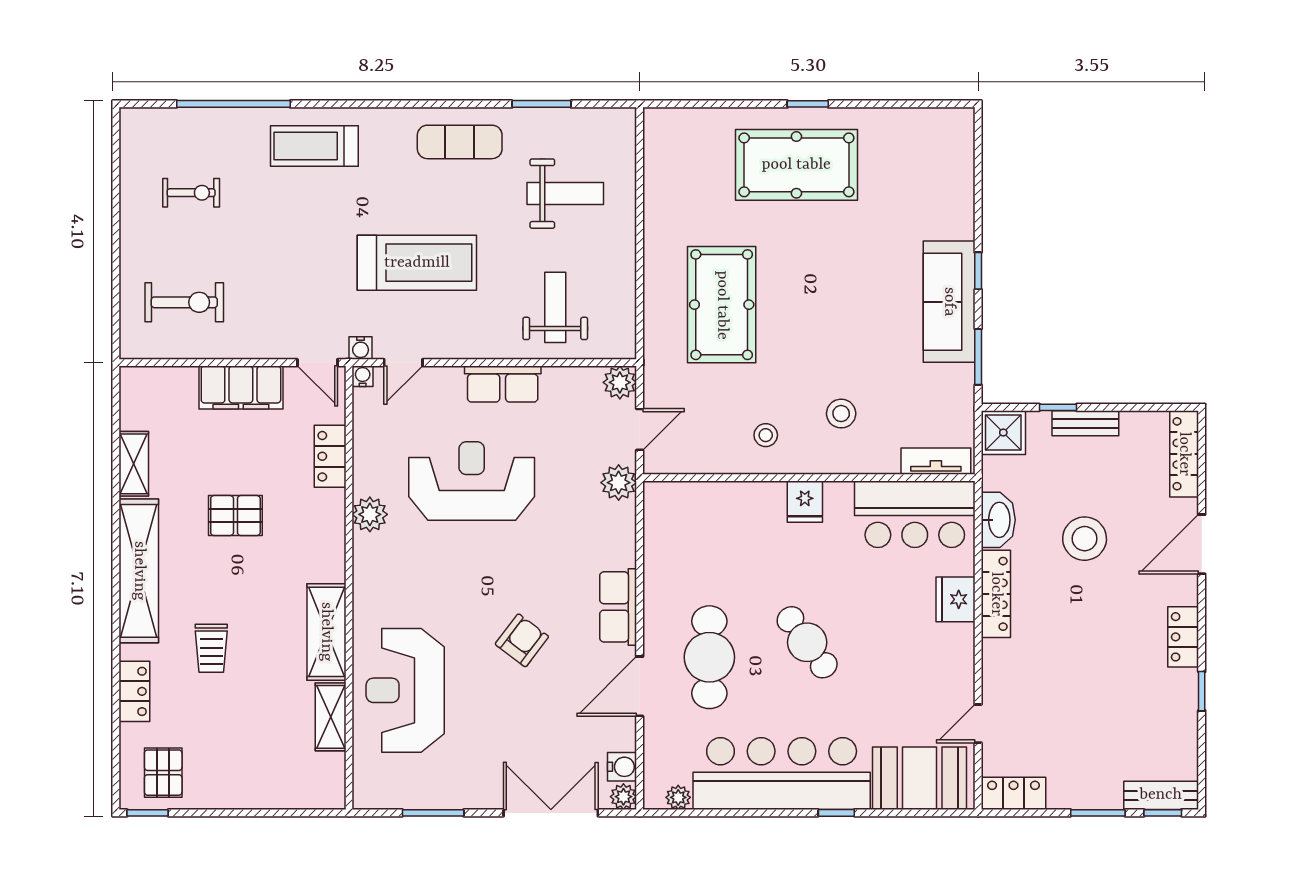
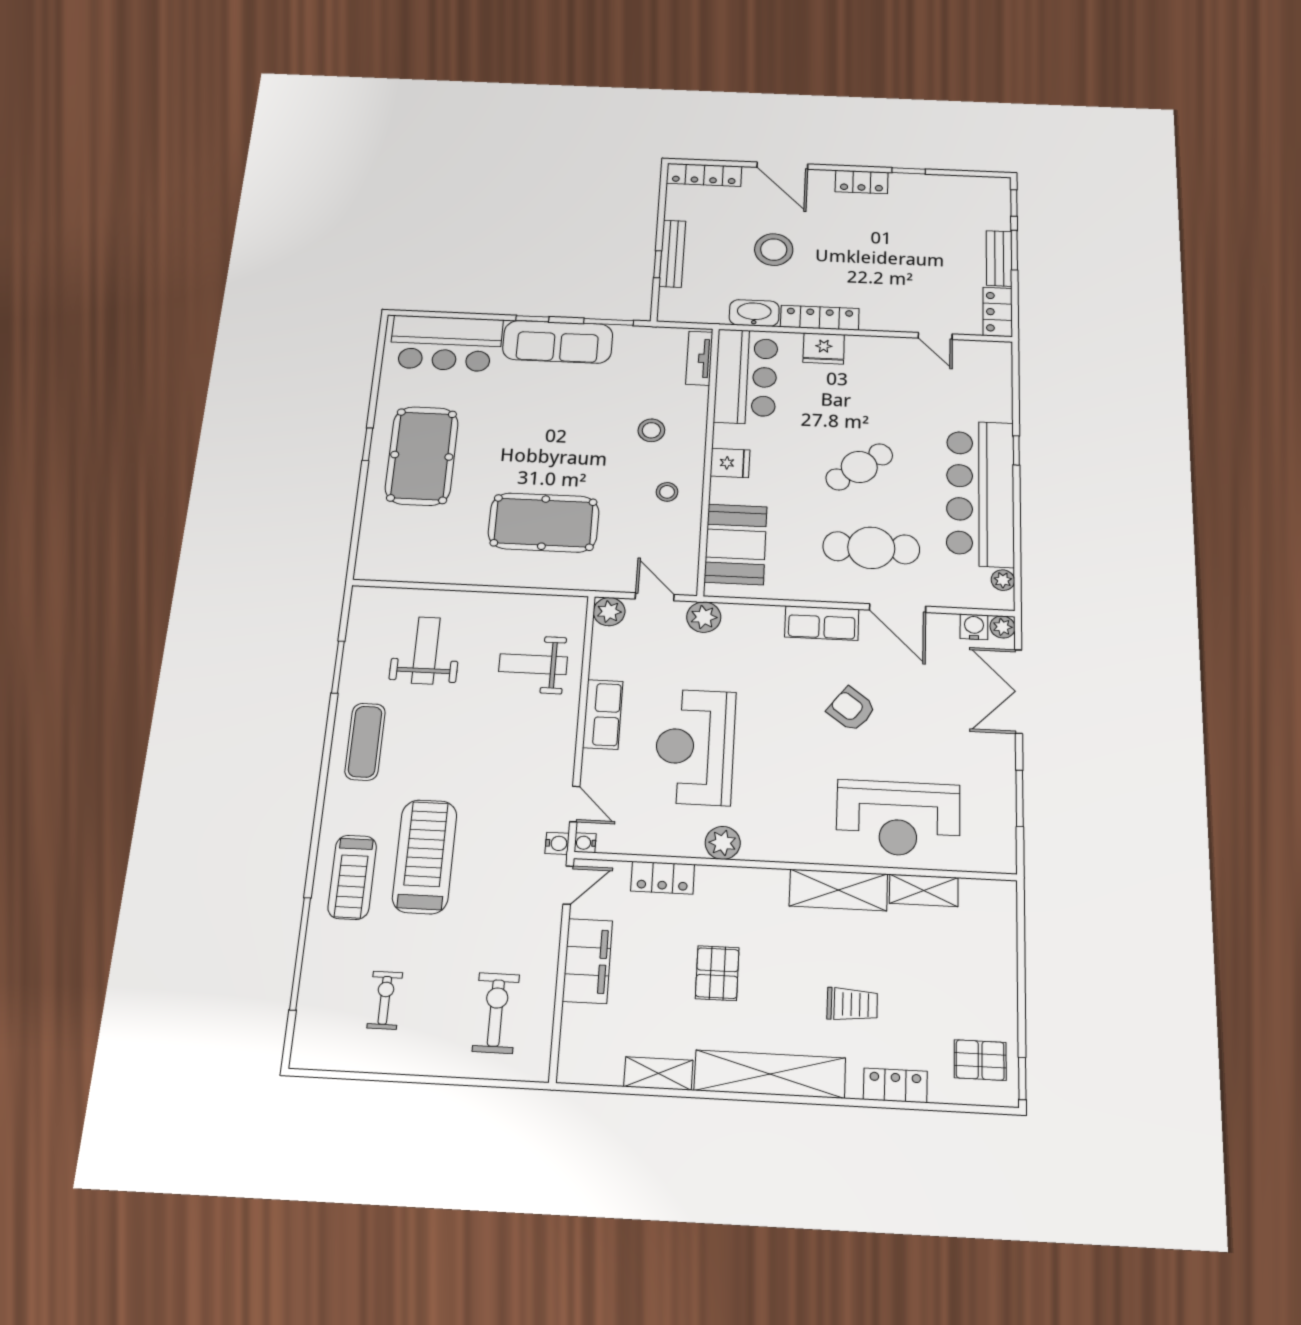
bar counter: (941, 177) -> (446, 343), added
treadmill: (417, 263) -> (425, 856), moved
bench: (1085, 423) -> (672, 254), width x1.36
shower: (1003, 433) -> (677, 306), removed
booth: (920, 778) -> (736, 544), moved
bench: (1161, 795) -> (999, 258), moved

